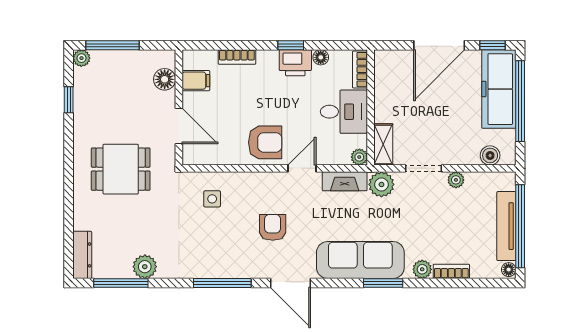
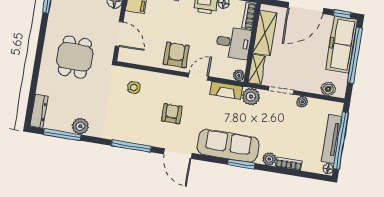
shelving: (387, 90) -> (265, 33), added
armchair: (265, 142) -> (176, 55), turned -90
dining table: (121, 169) -> (75, 57), turned 90

